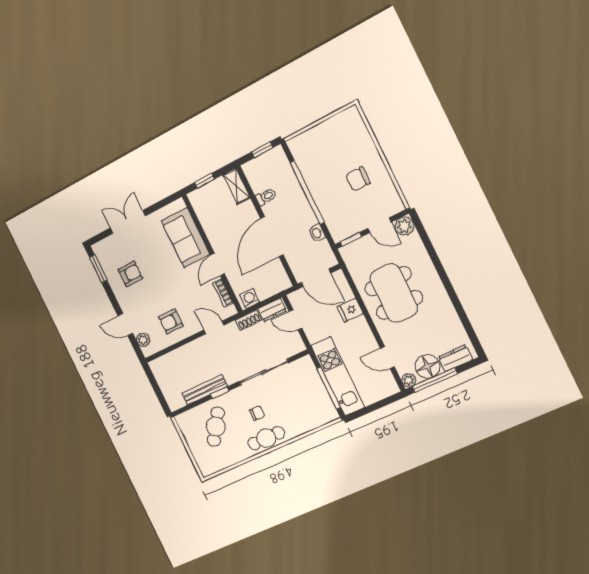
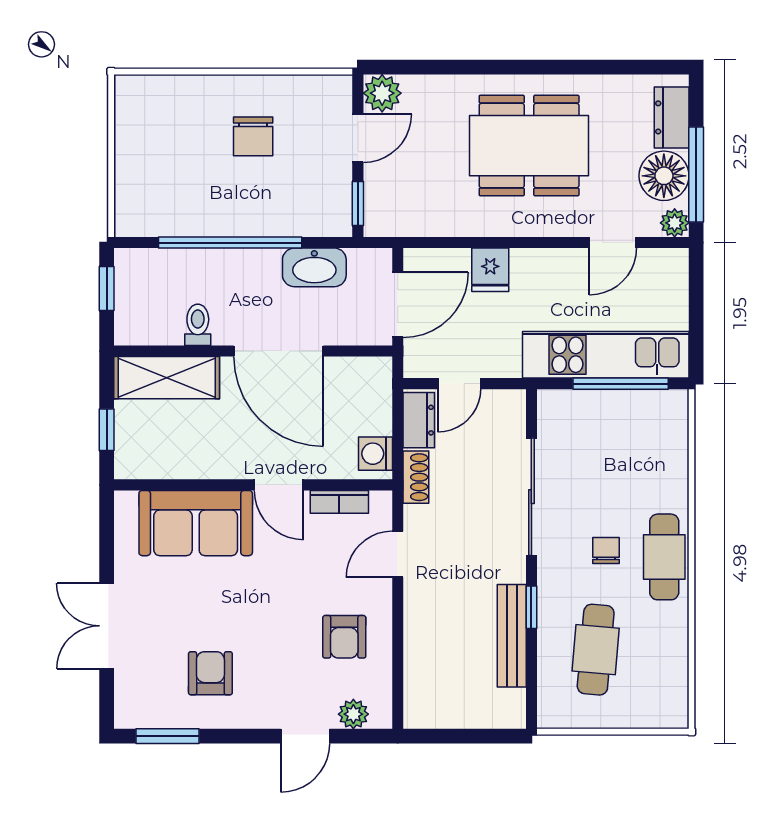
shelving: (236, 186) -> (167, 378), width x1.50, depth x1.33
washbasin: (317, 233) -> (314, 267), width x1.91, depth x1.45
dining table: (394, 293) -> (529, 146), moved
cafe table: (216, 427) -> (596, 650), turned 60

